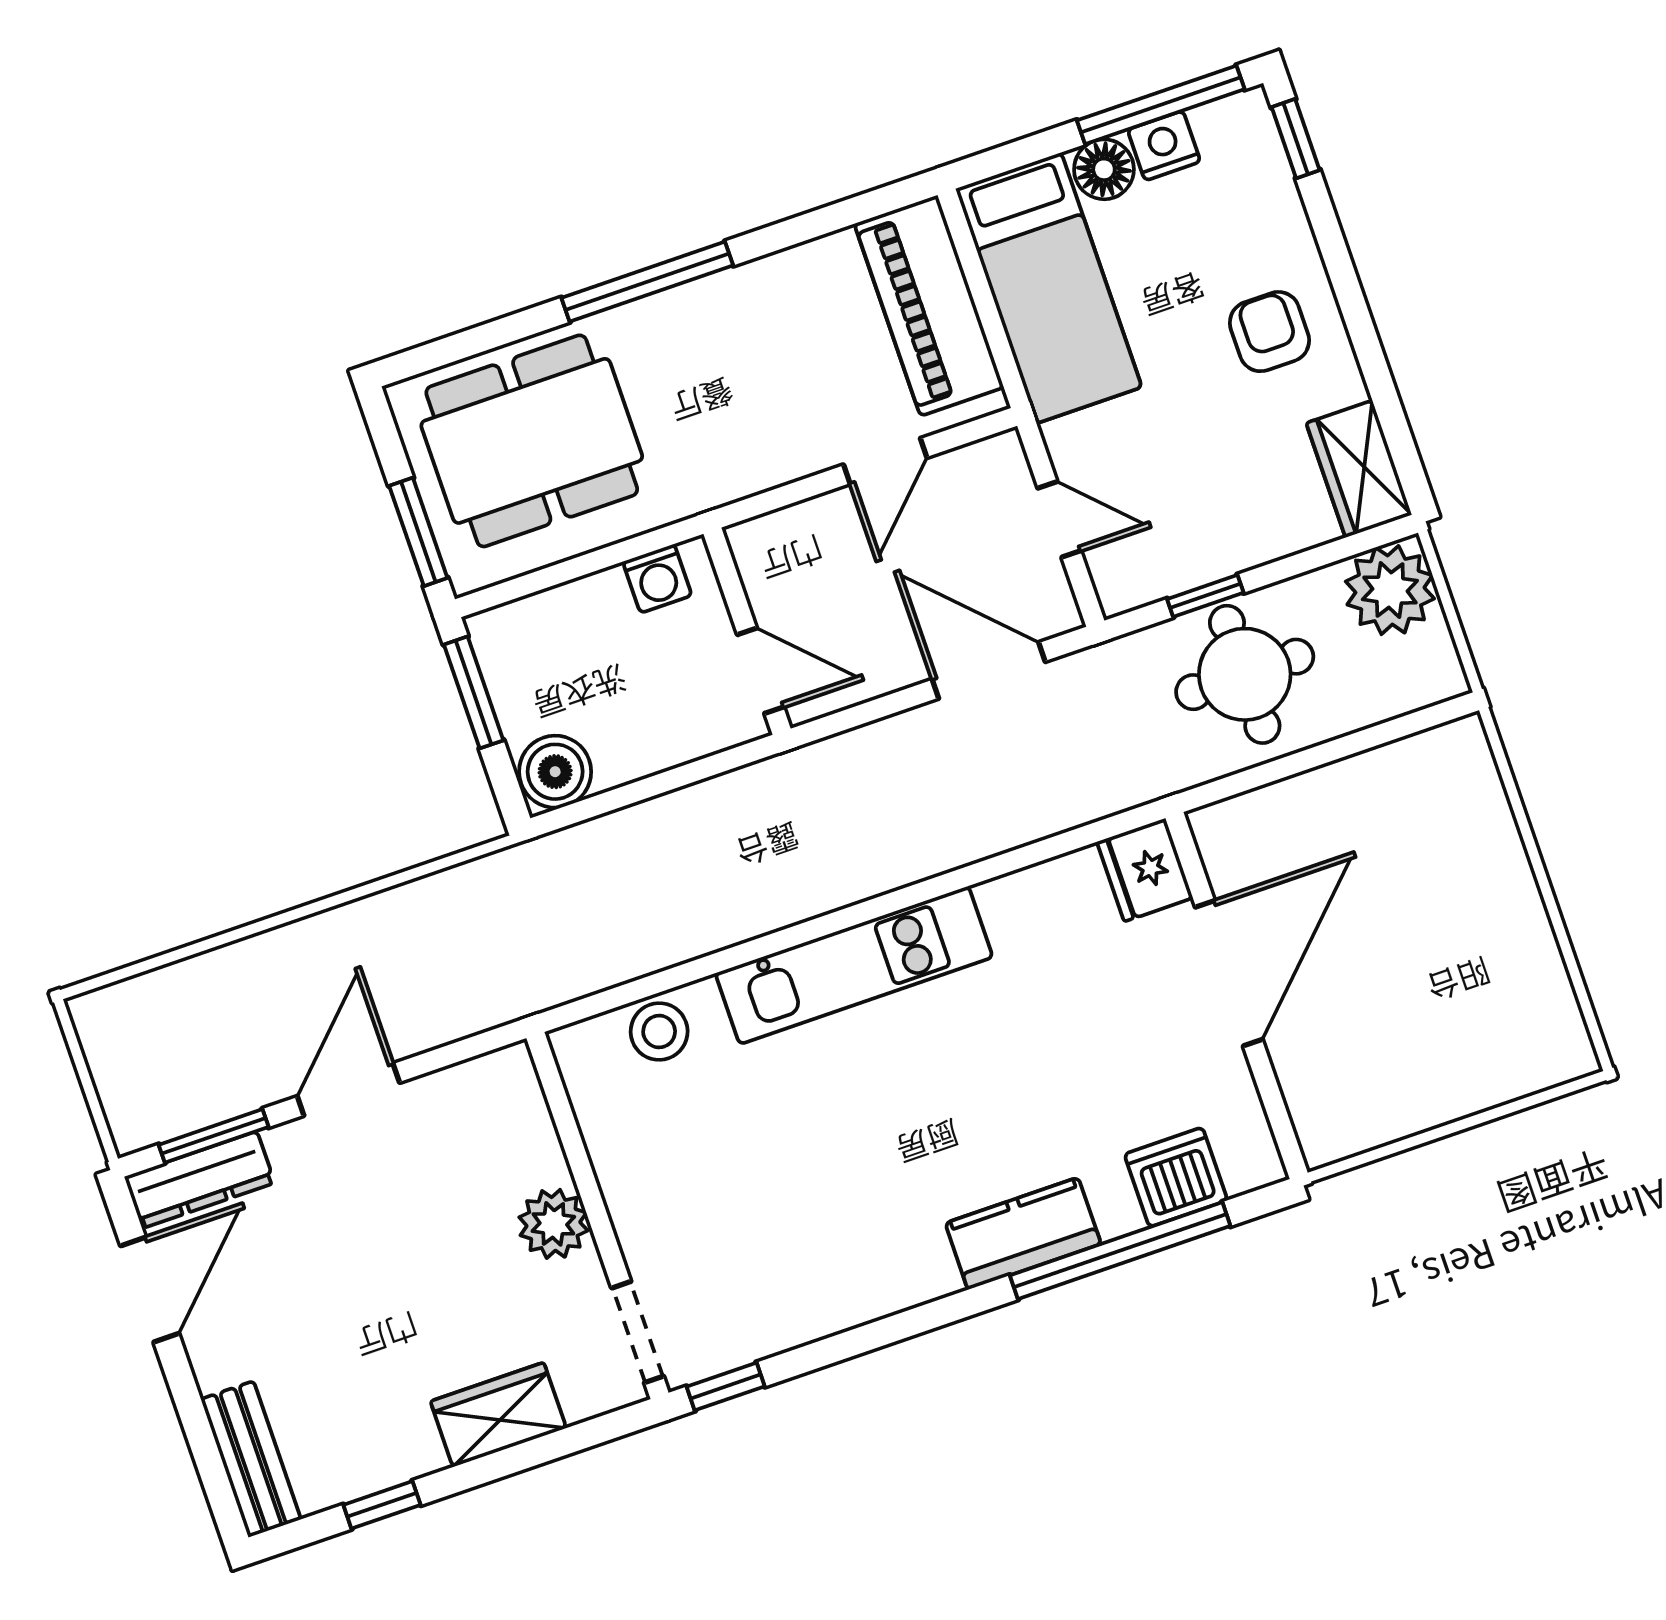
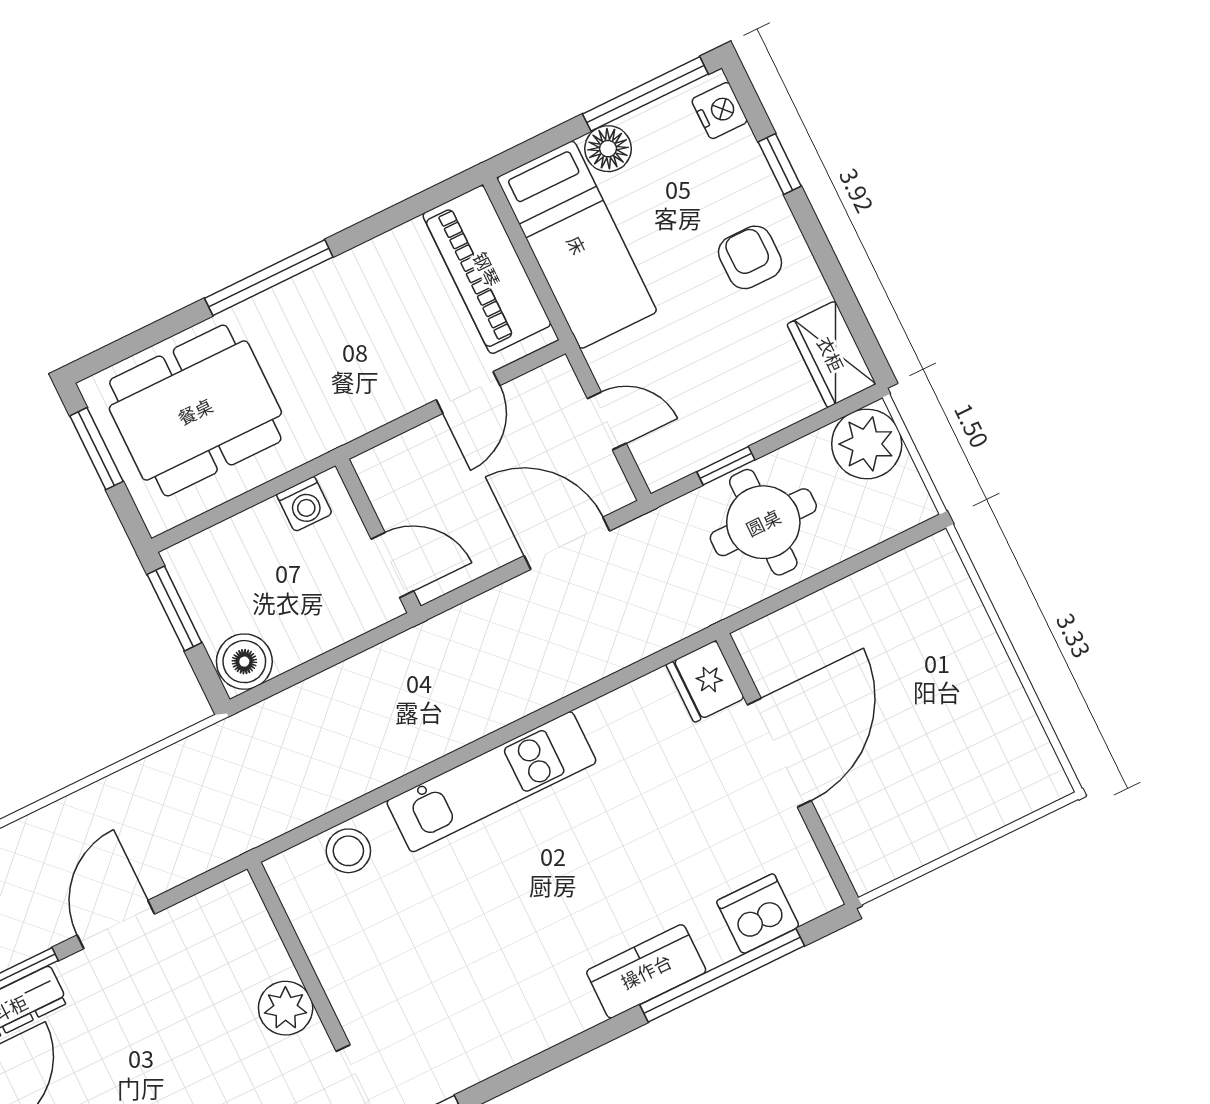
window: (1296, 139) -> (780, 164), moved
nightstand: (1164, 146) -> (720, 111), moved, turned 90
window: (418, 532) -> (96, 449), moved

